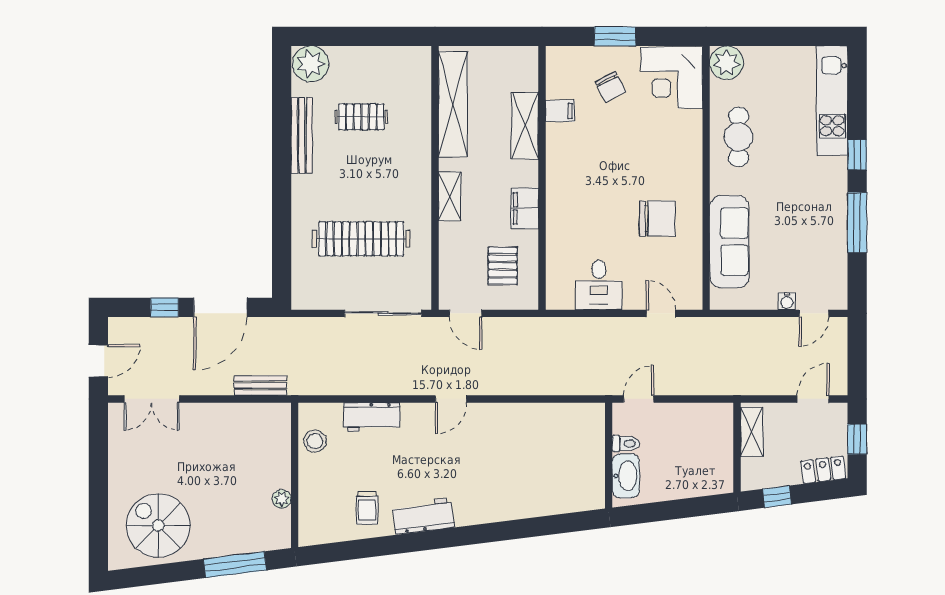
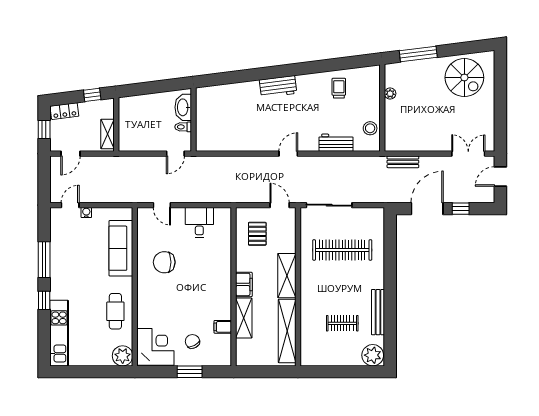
shelving: (450, 196) -> (287, 276), width x1.50, depth x1.33
filing cabinet: (525, 208) -> (244, 284), moved
workbench: (423, 516) -> (278, 87), moved

